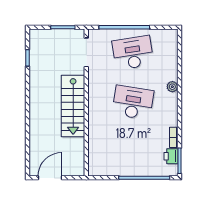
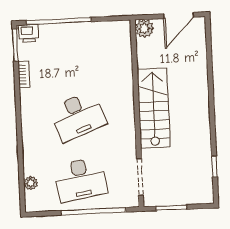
plant: (172, 87) -> (31, 183), moved
desk: (133, 103) -> (78, 116), turned -30
printer: (171, 156) -> (29, 33), moved, turned 90
plant: (77, 169) -> (144, 28), added

